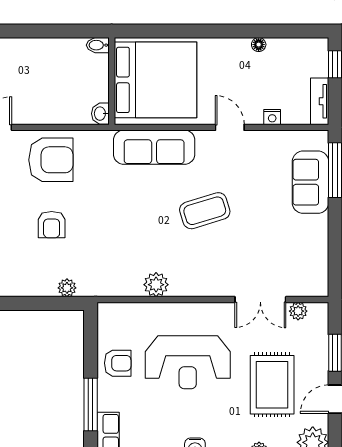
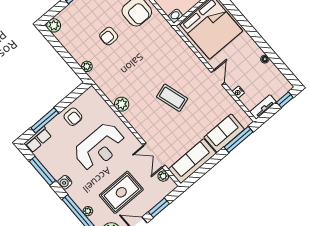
sofa: (154, 147) -> (192, 161), moved, turned 90
reception desk: (188, 362) -> (100, 147), turned -90

